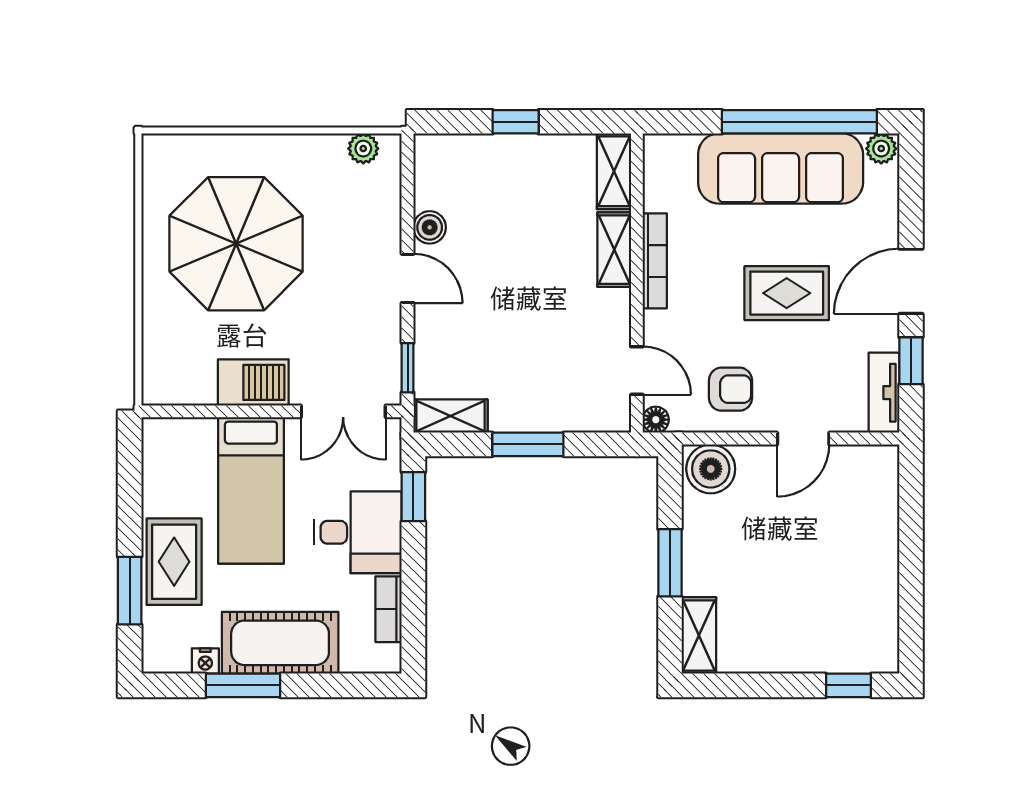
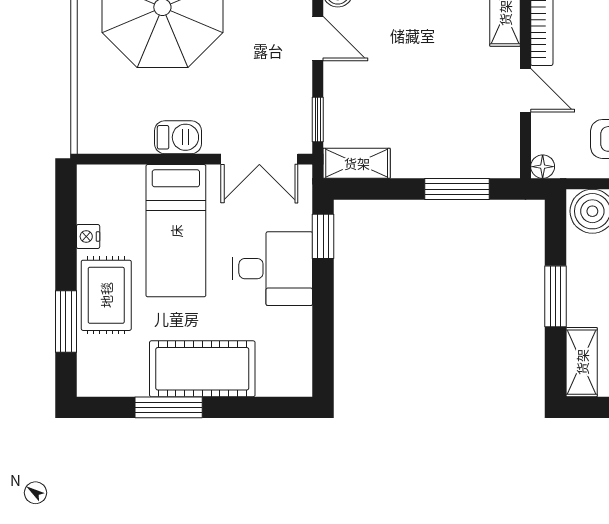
door: (637, 371) -> (526, 90), moved
barbecue: (253, 382) -> (178, 137), width x0.73, depth x0.79
window: (528, 444) -> (457, 189), moved
bookcase: (389, 609) -> (301, 338), removed
nightstand: (205, 661) -> (88, 236), moved, turned 90

